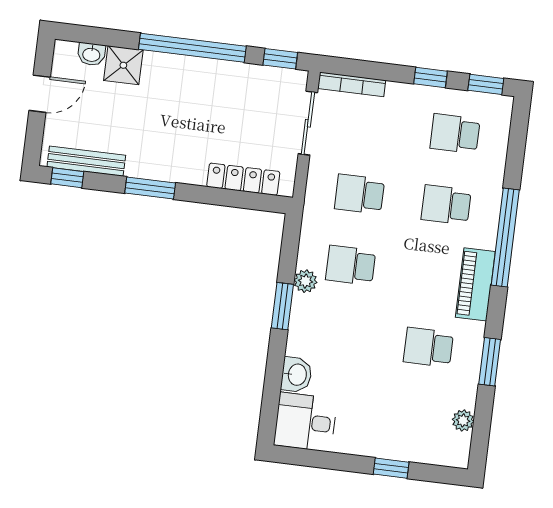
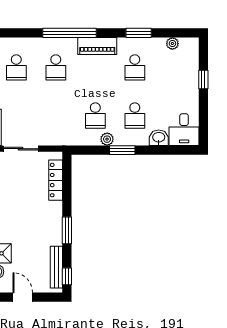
school desk: (360, 194) -> (135, 116), moved

